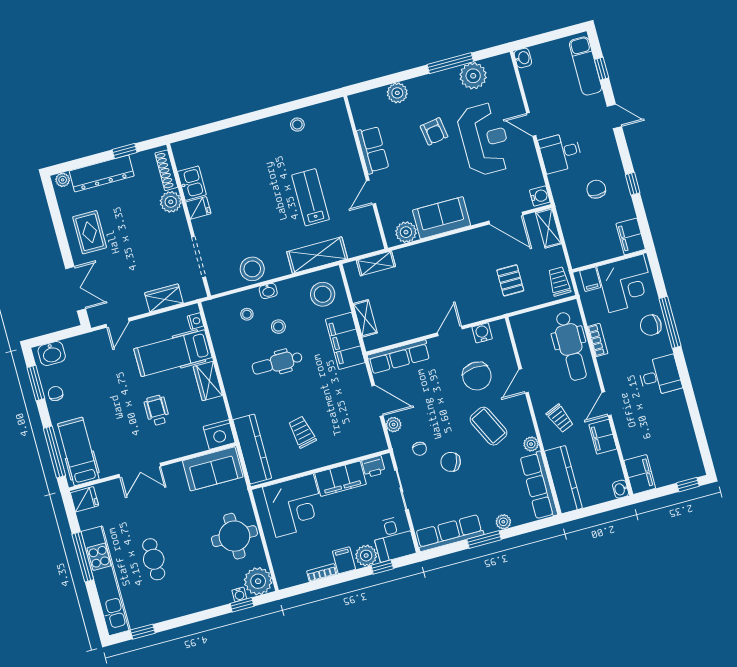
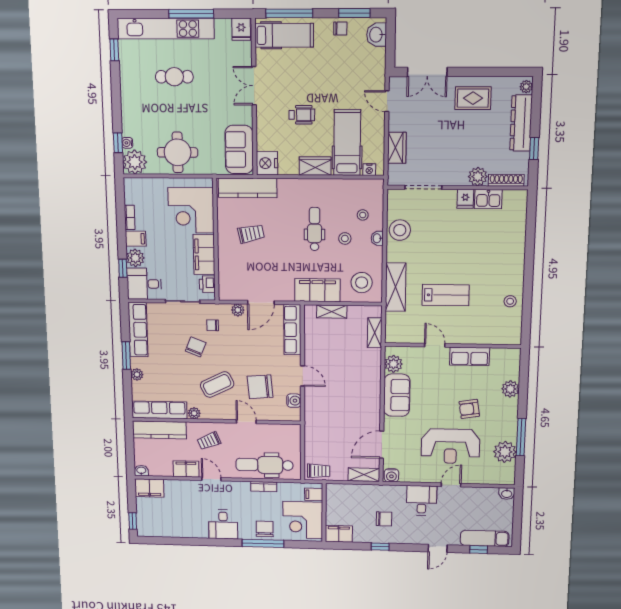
pallet: (510, 280) -> (330, 434), removed

